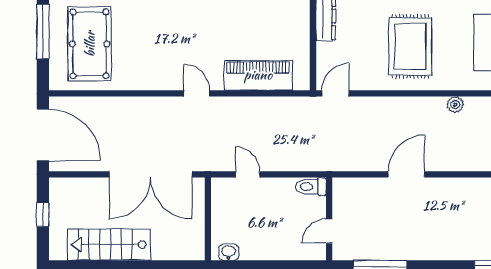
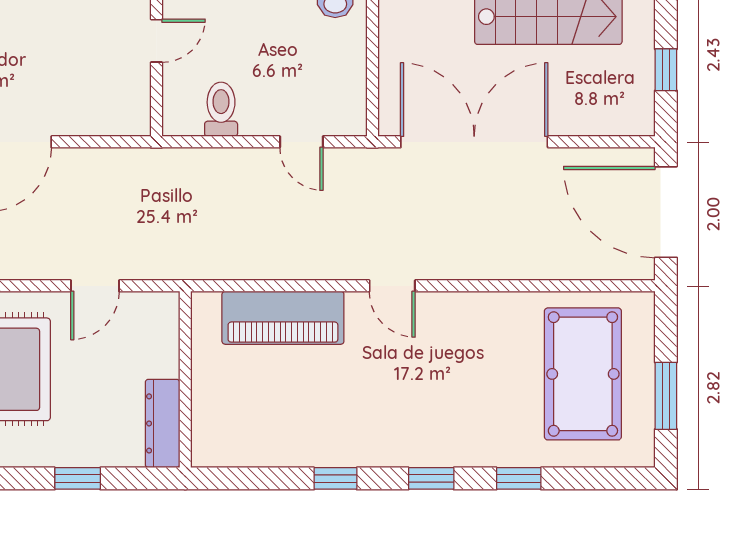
window: (43, 32) -> (666, 396), width x0.69
door: (335, 93) -> (95, 286), moved
toilet: (311, 187) -> (221, 109), moved, turned -90

